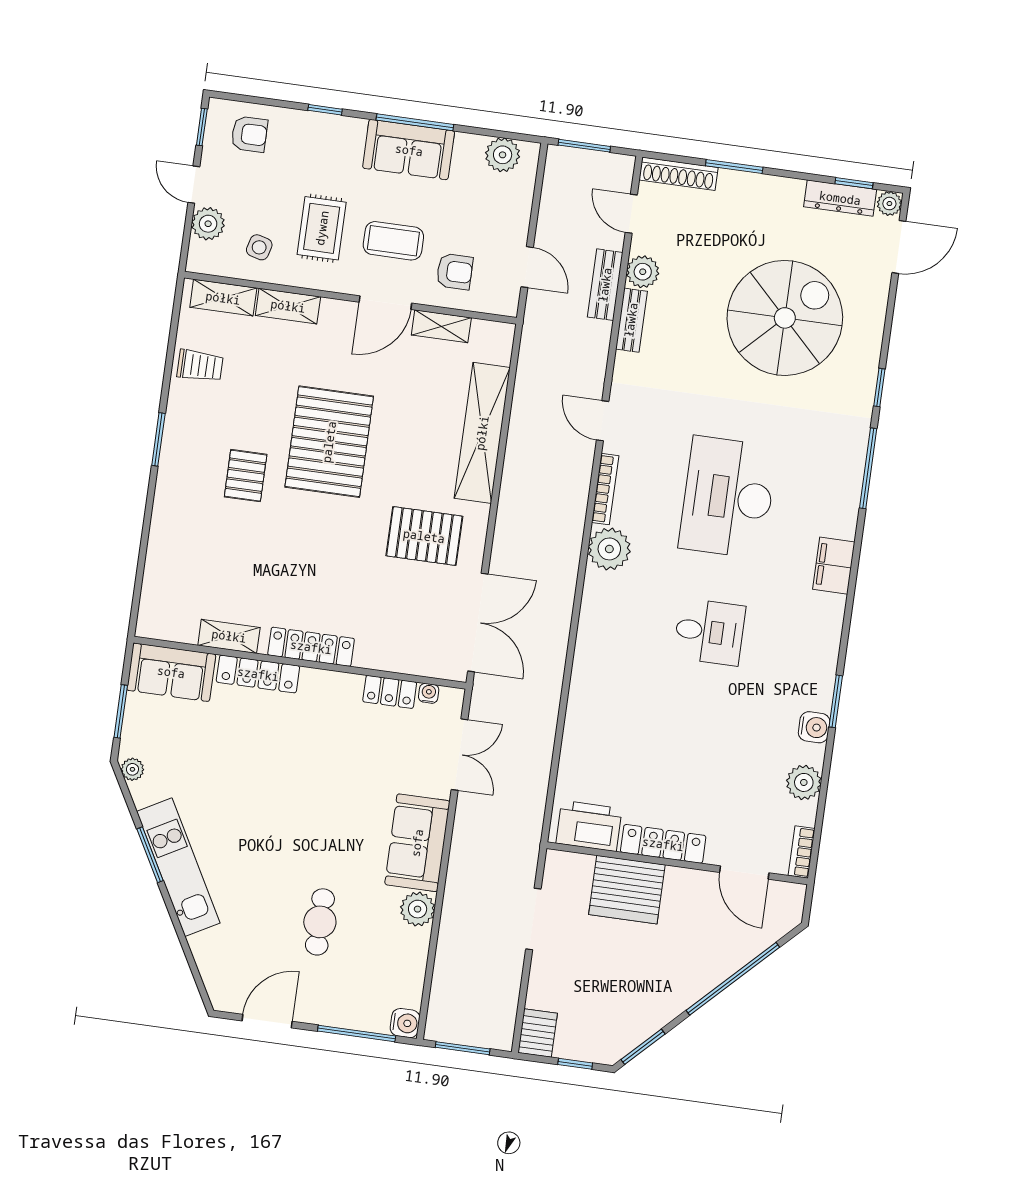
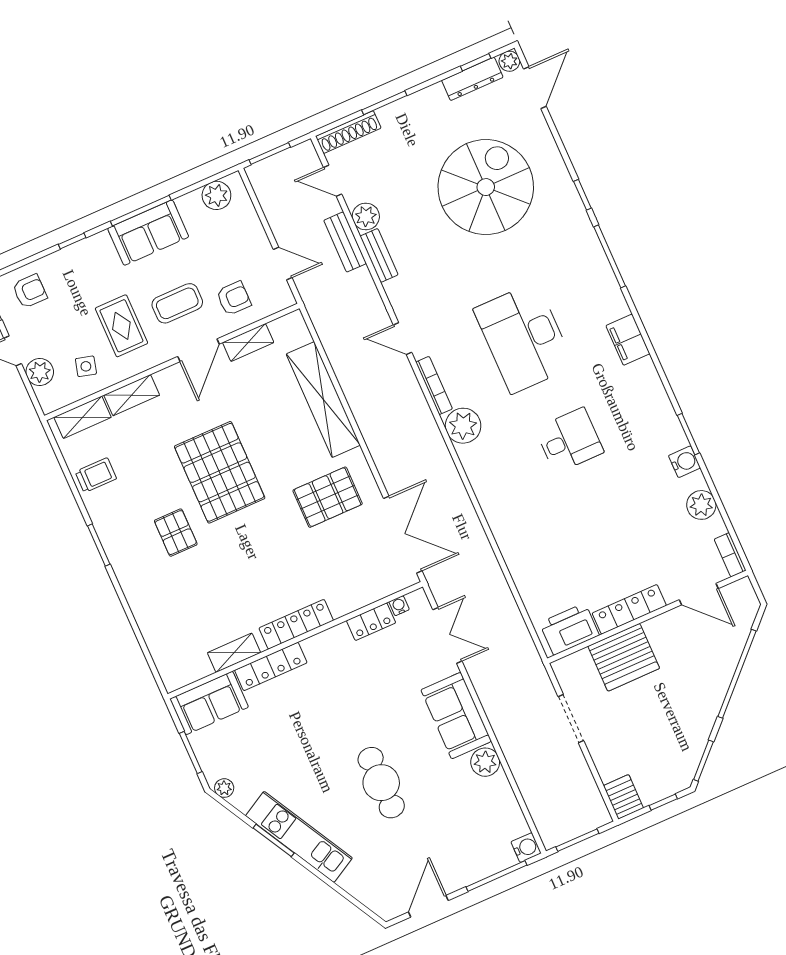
cafe table: (320, 922) -> (381, 783), moved, width x1.37, depth x1.35

